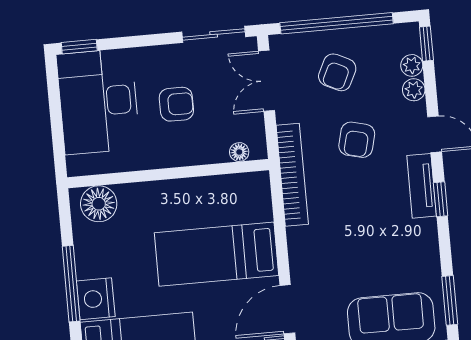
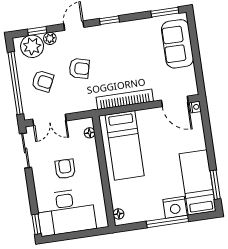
window: (426, 44) -> (37, 31), moved
plant: (412, 65) -> (32, 46), width x1.88, depth x1.88
bookcase: (292, 175) -> (125, 99), moved
tv unit: (422, 186) -> (103, 31), removed
floor lamp: (99, 204) -> (118, 214), width x0.53, depth x0.53
bed: (216, 254) -> (125, 145), moved

